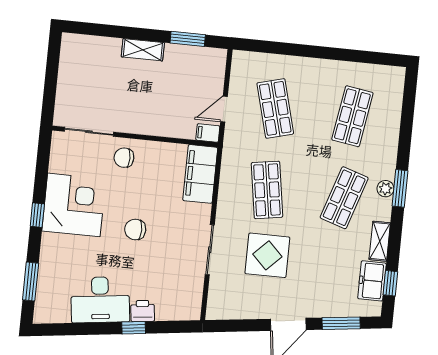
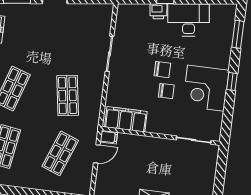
shop shelf: (275, 108) -> (60, 153), turned 36
chair: (124, 158) -> (166, 91), moved
filing cabinet: (200, 174) -> (126, 119), moved, turned -90
display table: (267, 255) -> (68, 49), removed

